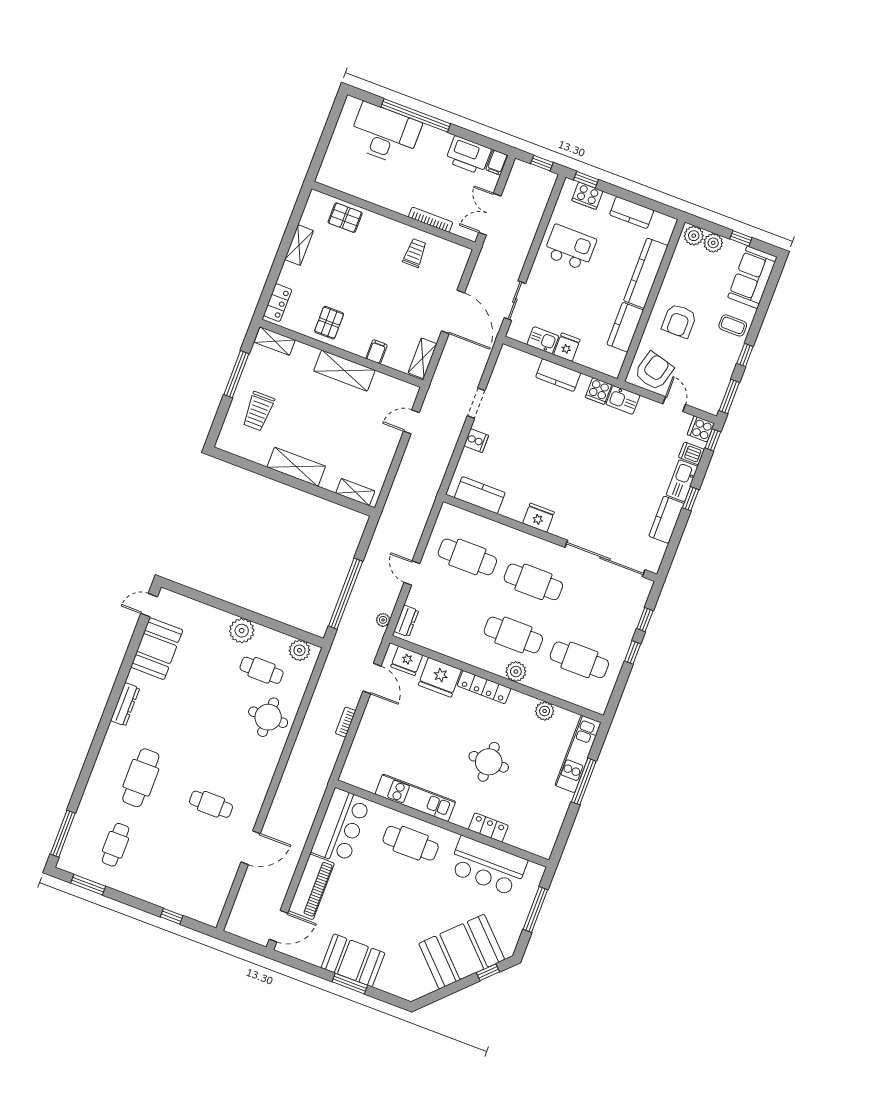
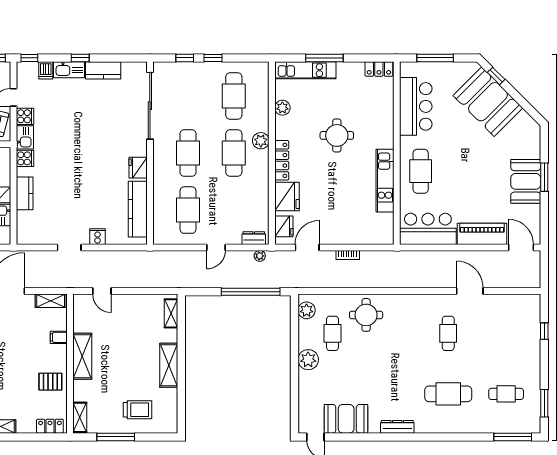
cooker: (701, 429) -> (25, 116), moved, turned -90
kitchen counter: (480, 495) -> (138, 209), width x1.50
locker: (488, 827) -> (379, 69), moved, turned -90

